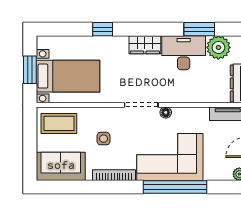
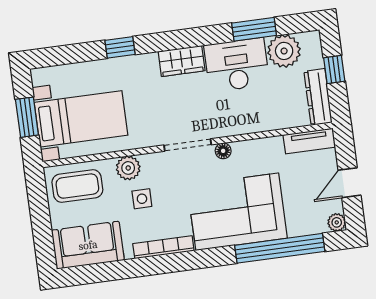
plant: (97, 115) -> (128, 168), added
window: (175, 187) -> (280, 248), moved

